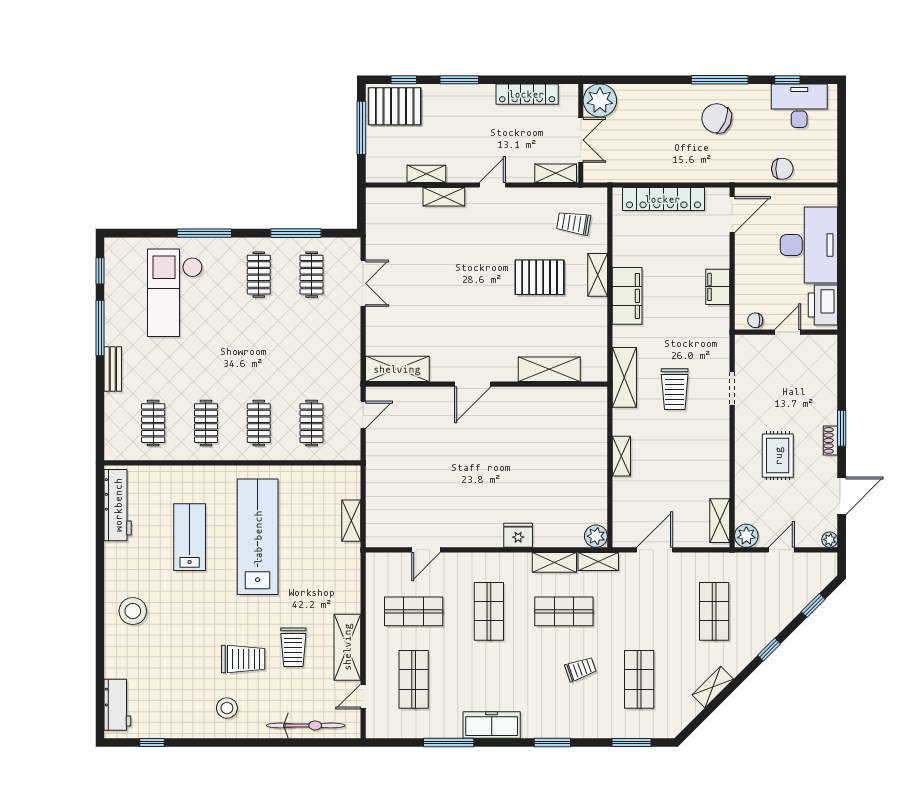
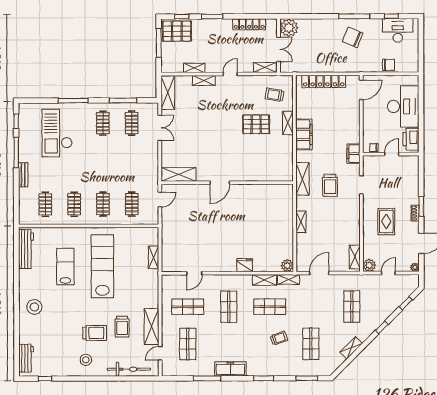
filing cabinet: (718, 287) -> (353, 154), moved
shelving: (549, 369) -> (168, 93), moved, turned 90

